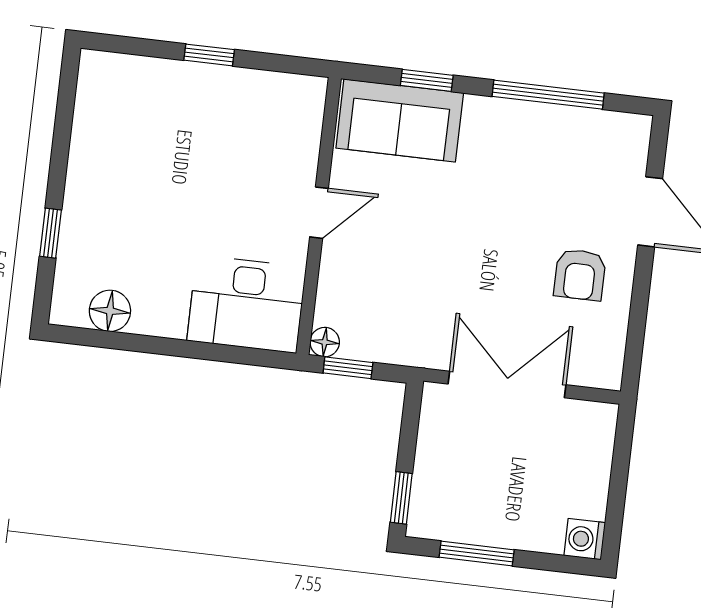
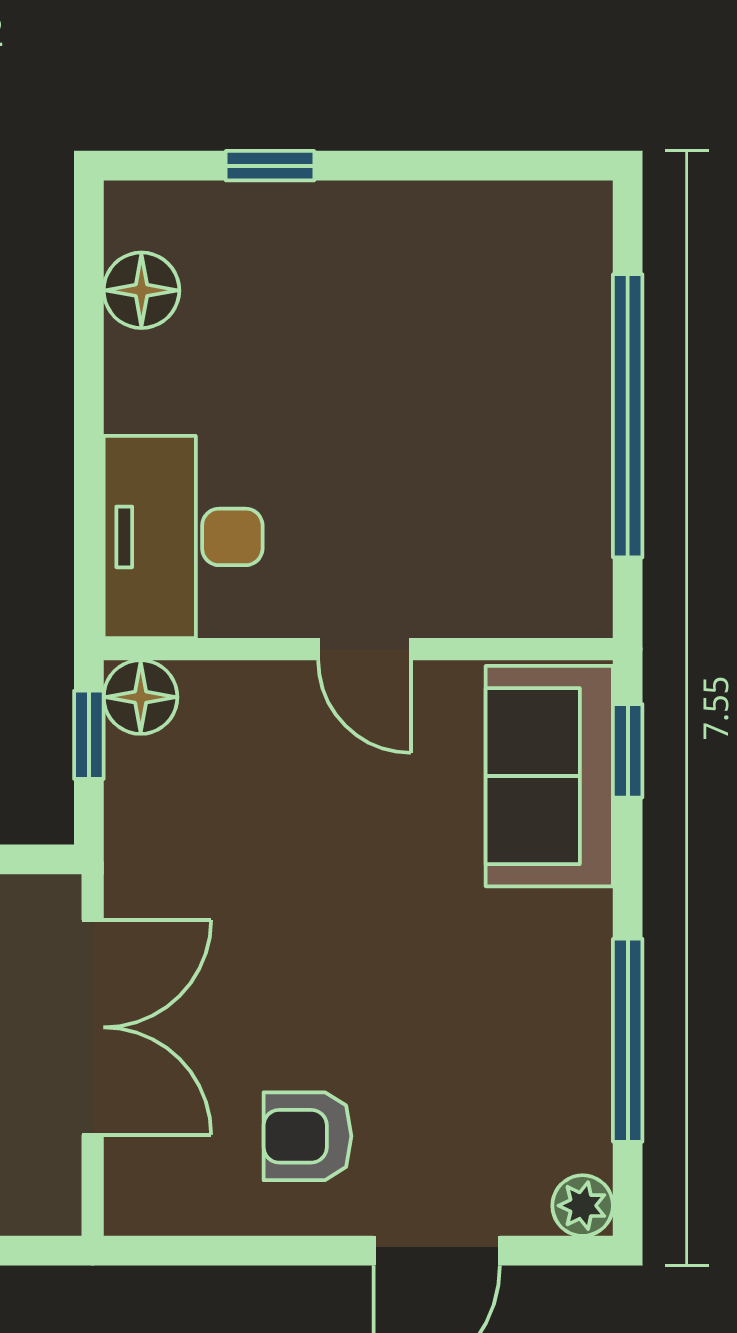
window: (209, 55) -> (628, 416), width x3.17
window: (427, 80) -> (628, 751), moved
plant: (635, 130) -> (583, 1206), added
floor lamp: (325, 342) -> (141, 697), width x1.37, depth x1.37

